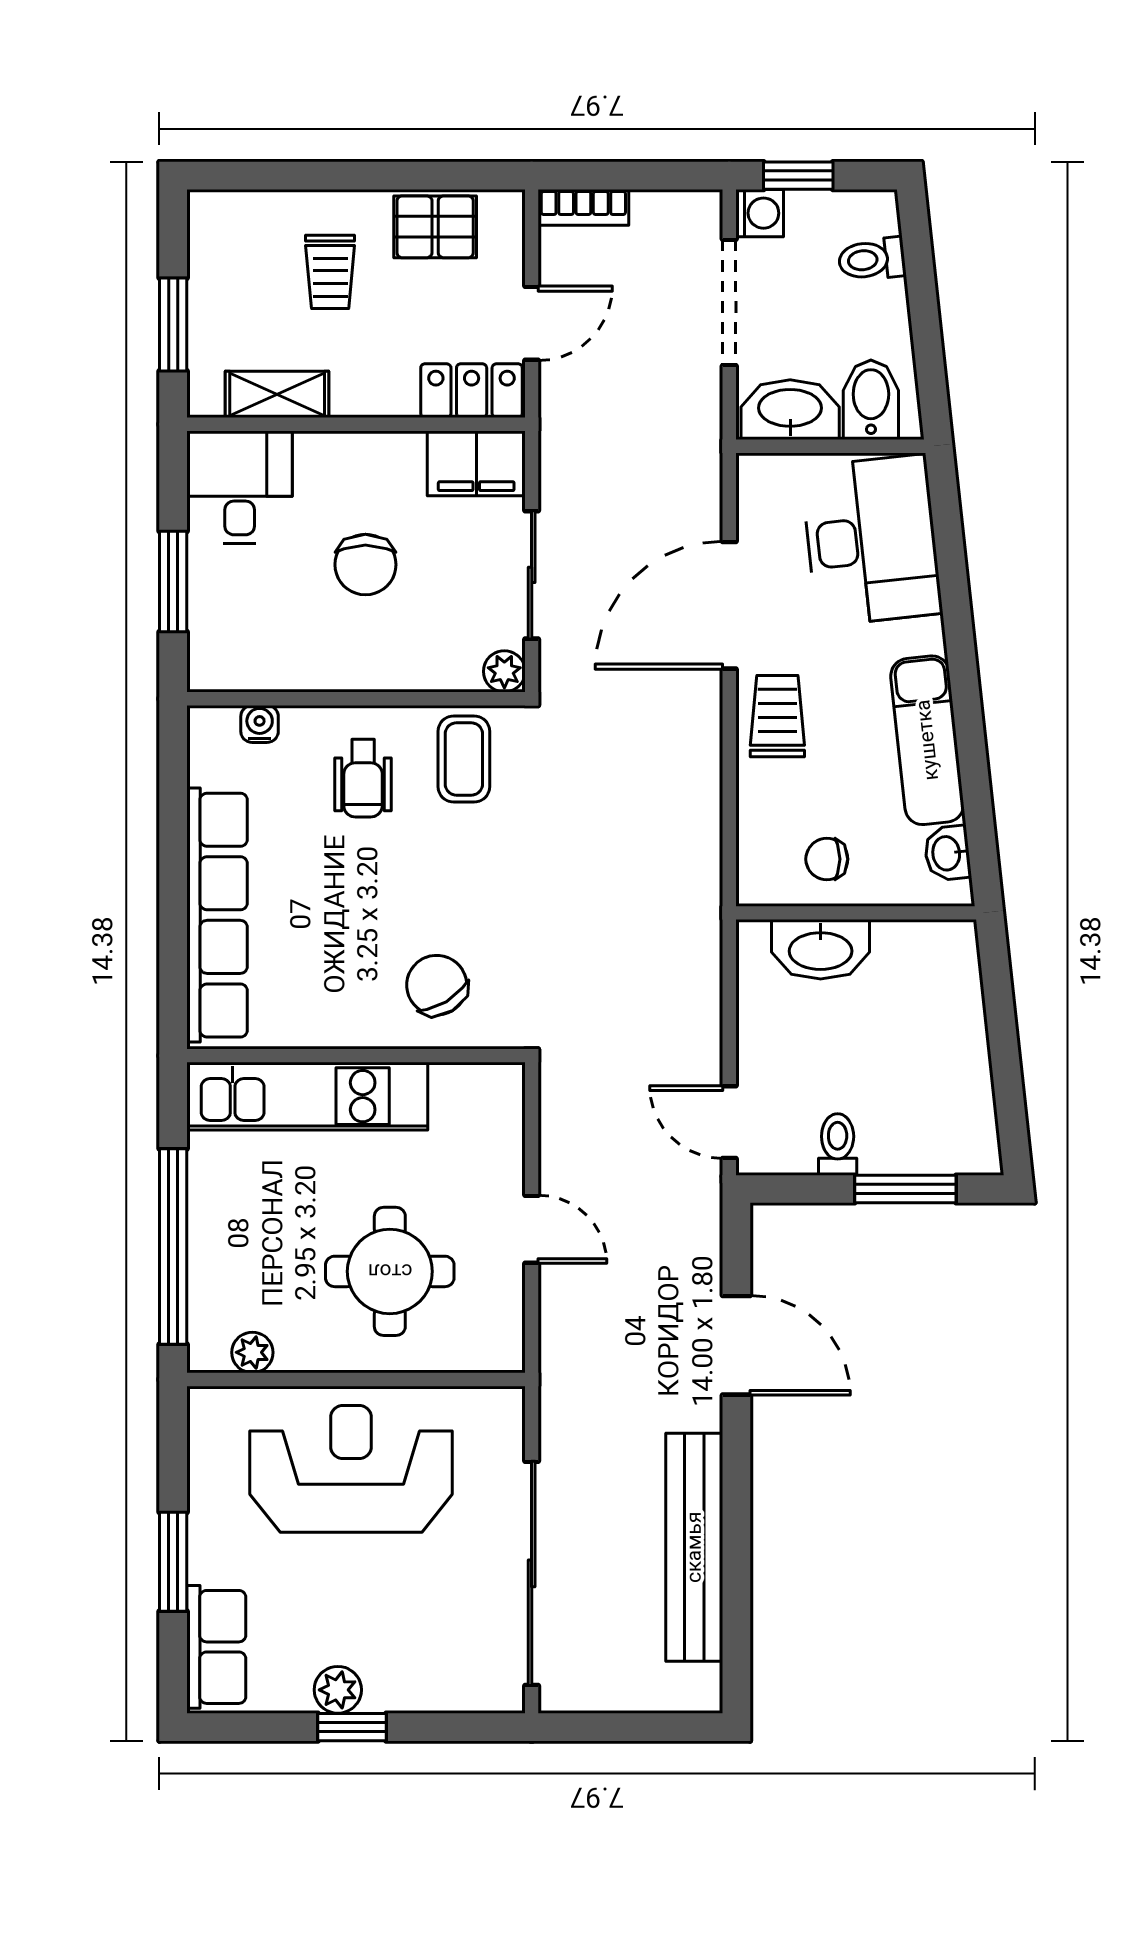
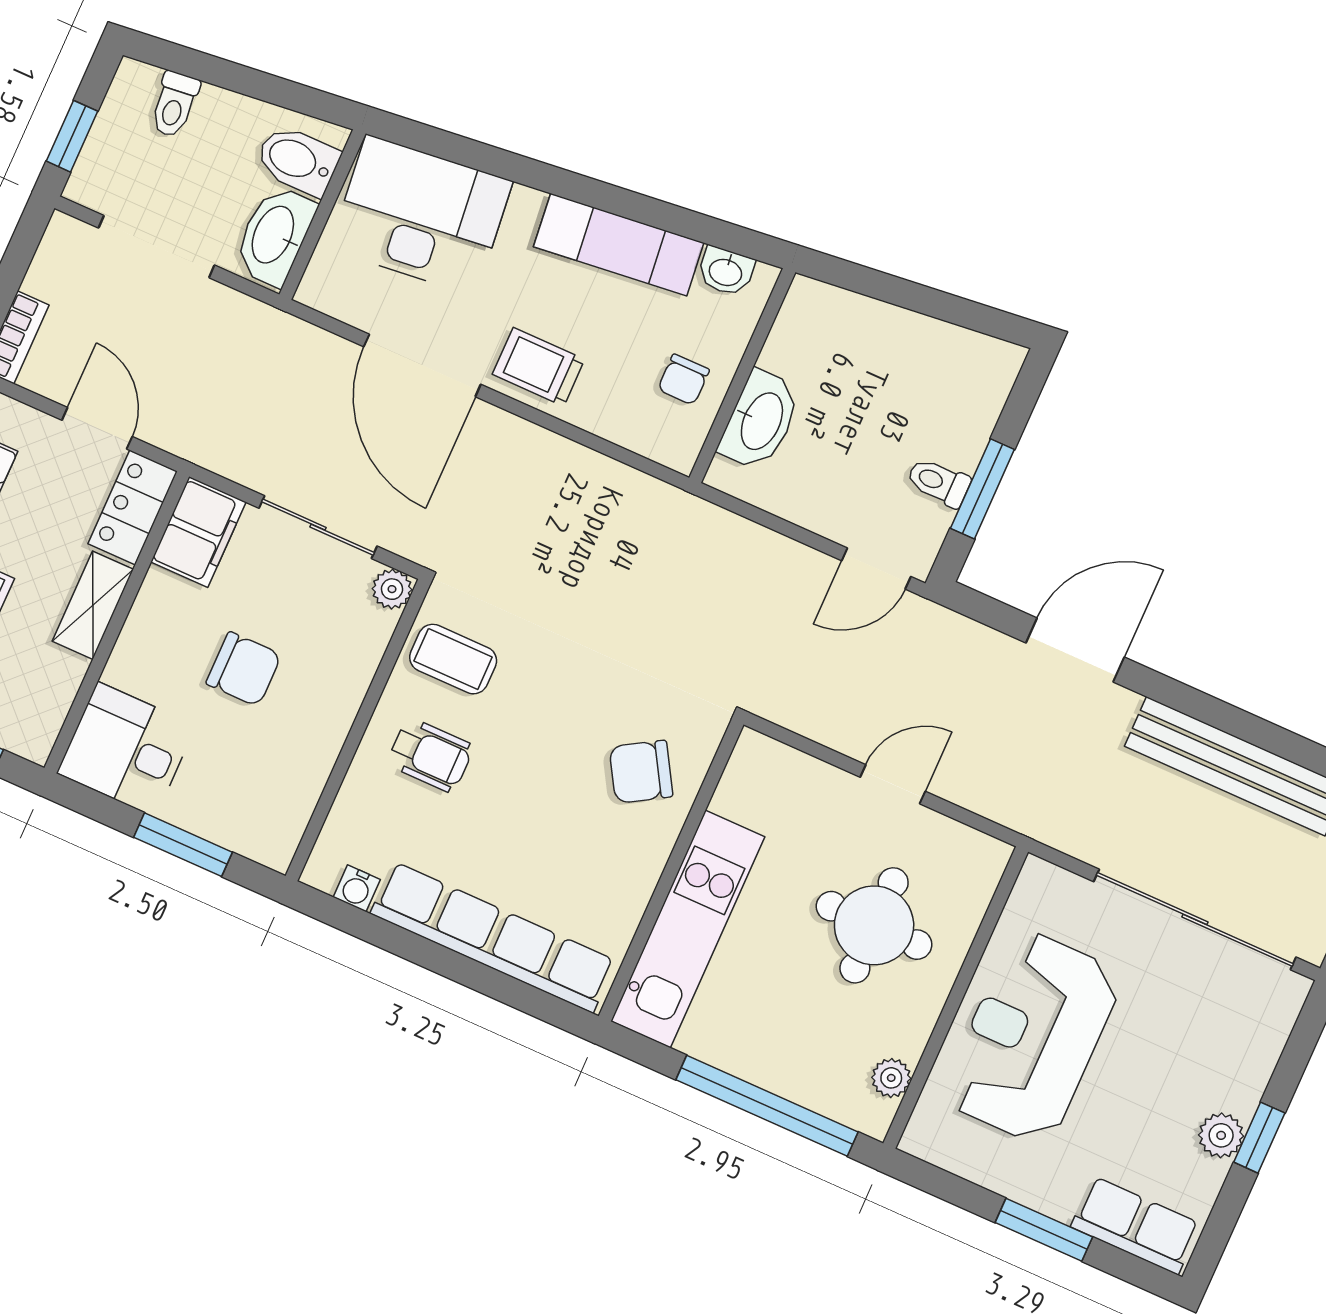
washing machine: (760, 213) -> (90, 185), removed
shelving: (277, 394) -> (93, 605), moved
water cooler: (260, 724) -> (357, 888), moved, turned -90
window: (905, 1189) -> (982, 489), moved

